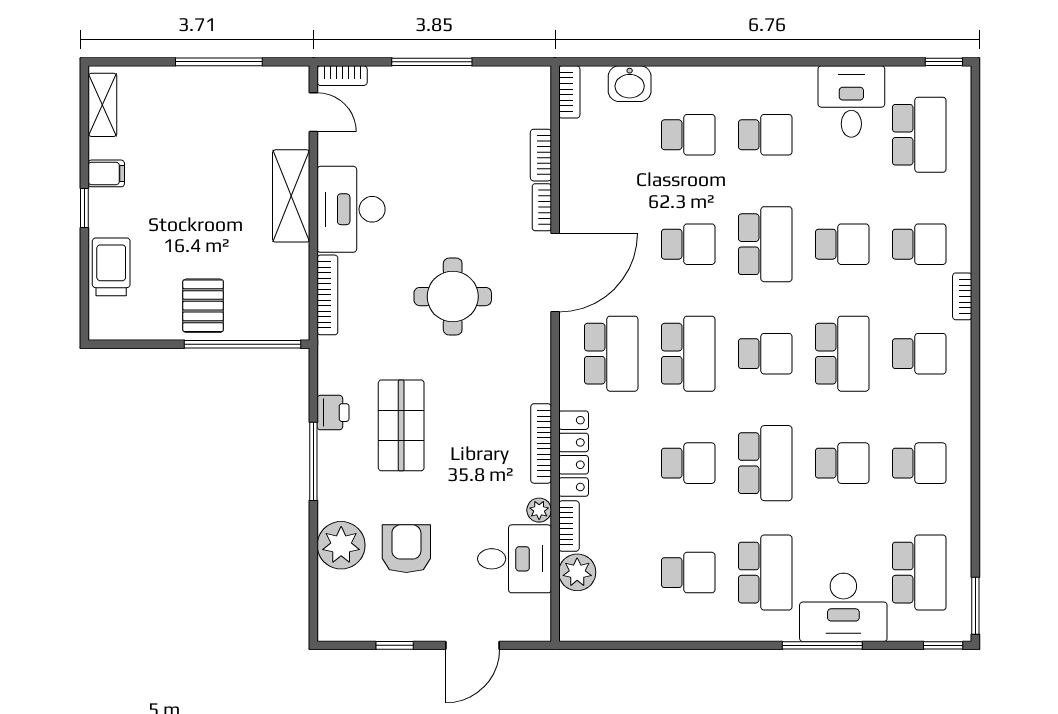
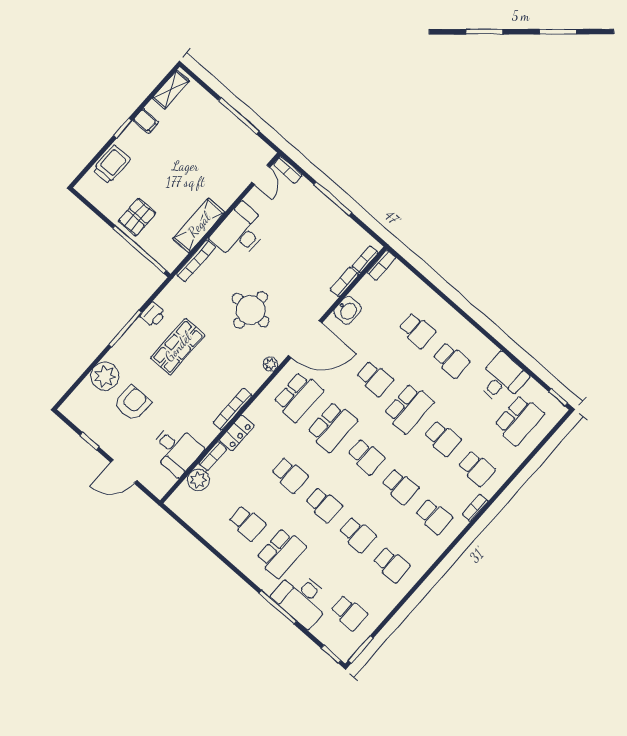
washbasin: (630, 84) -> (347, 310), moved, turned -90
shelving: (291, 196) -> (199, 225), moved
bookcase: (542, 207) -> (365, 259), moved
school desk: (842, 354) -> (400, 486), width x0.54
locker: (574, 454) -> (237, 433), width x0.66
school desk: (765, 463) -> (324, 505), width x0.54
plant: (539, 510) -> (271, 364), moved
school desk: (919, 573) -> (349, 613), width x0.54

